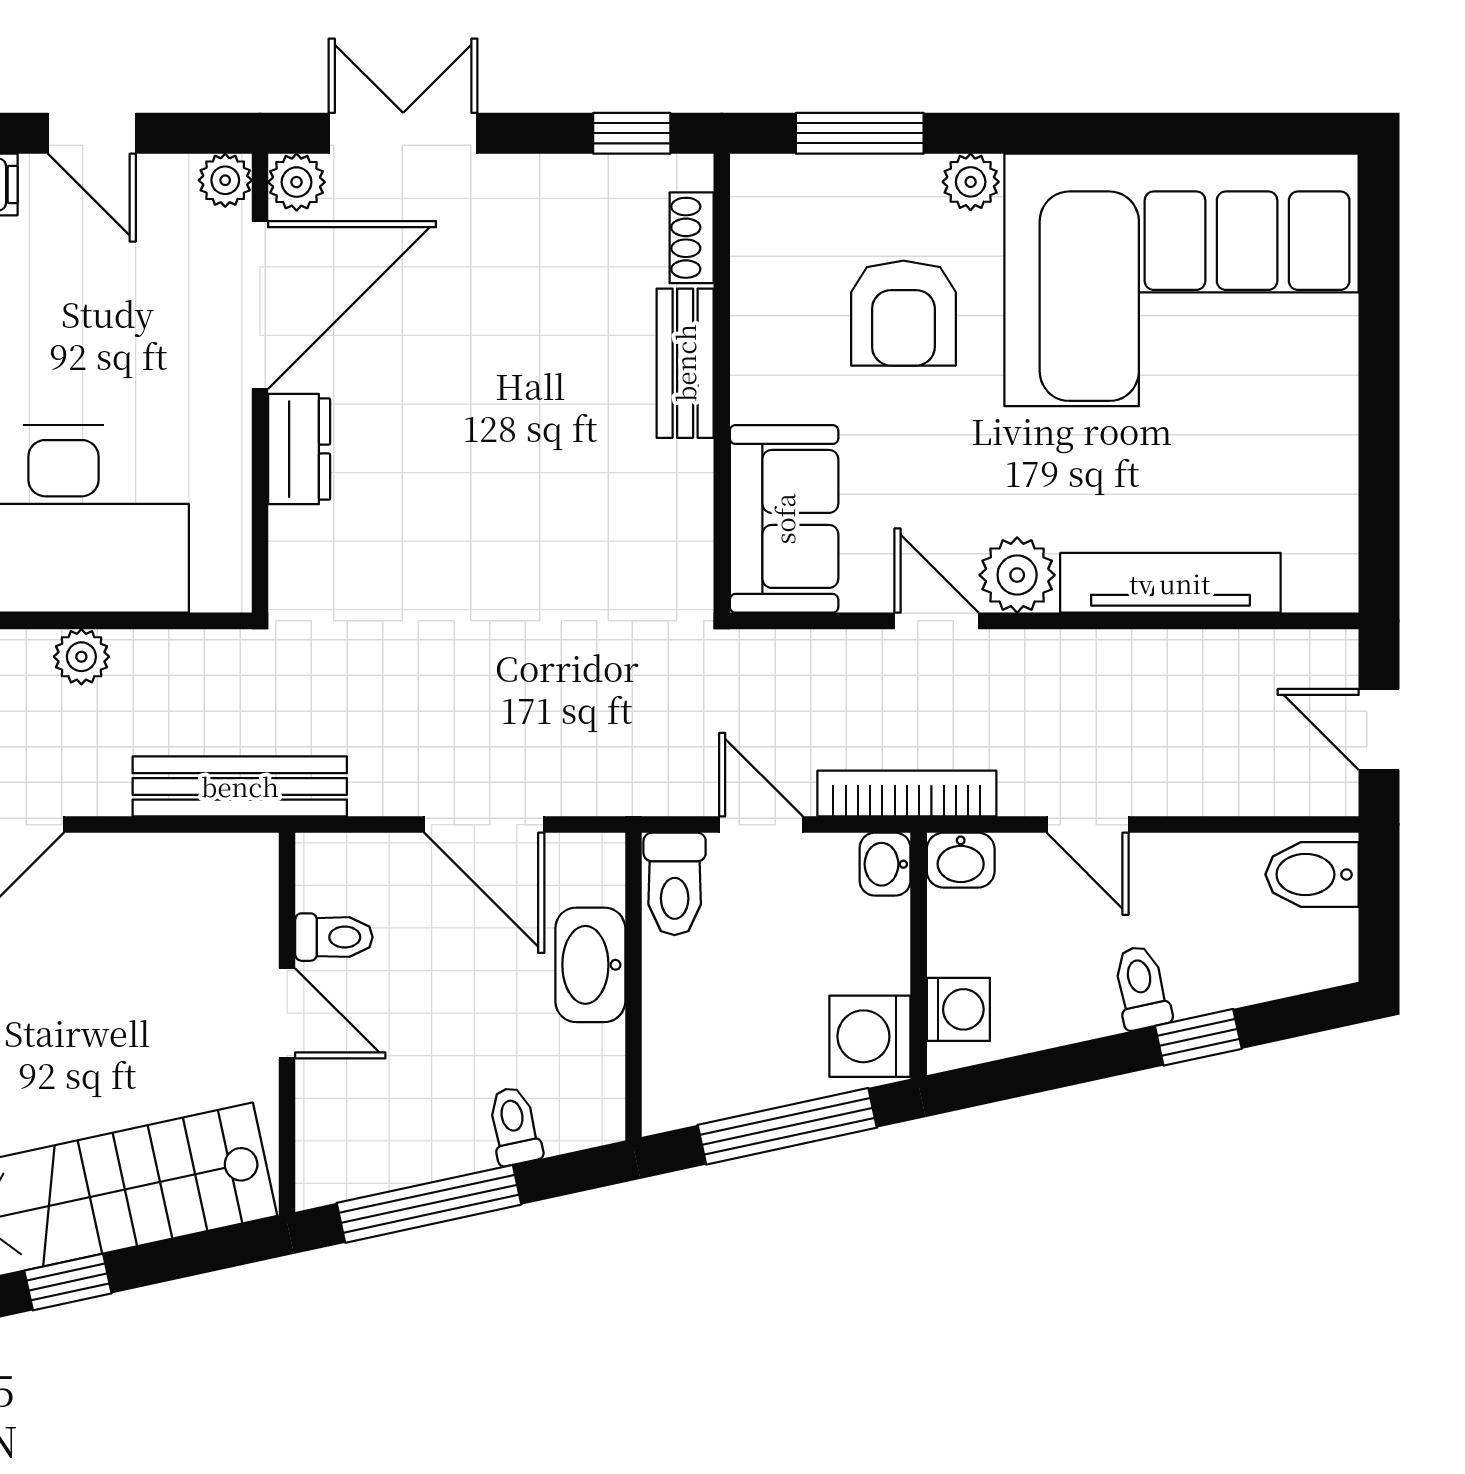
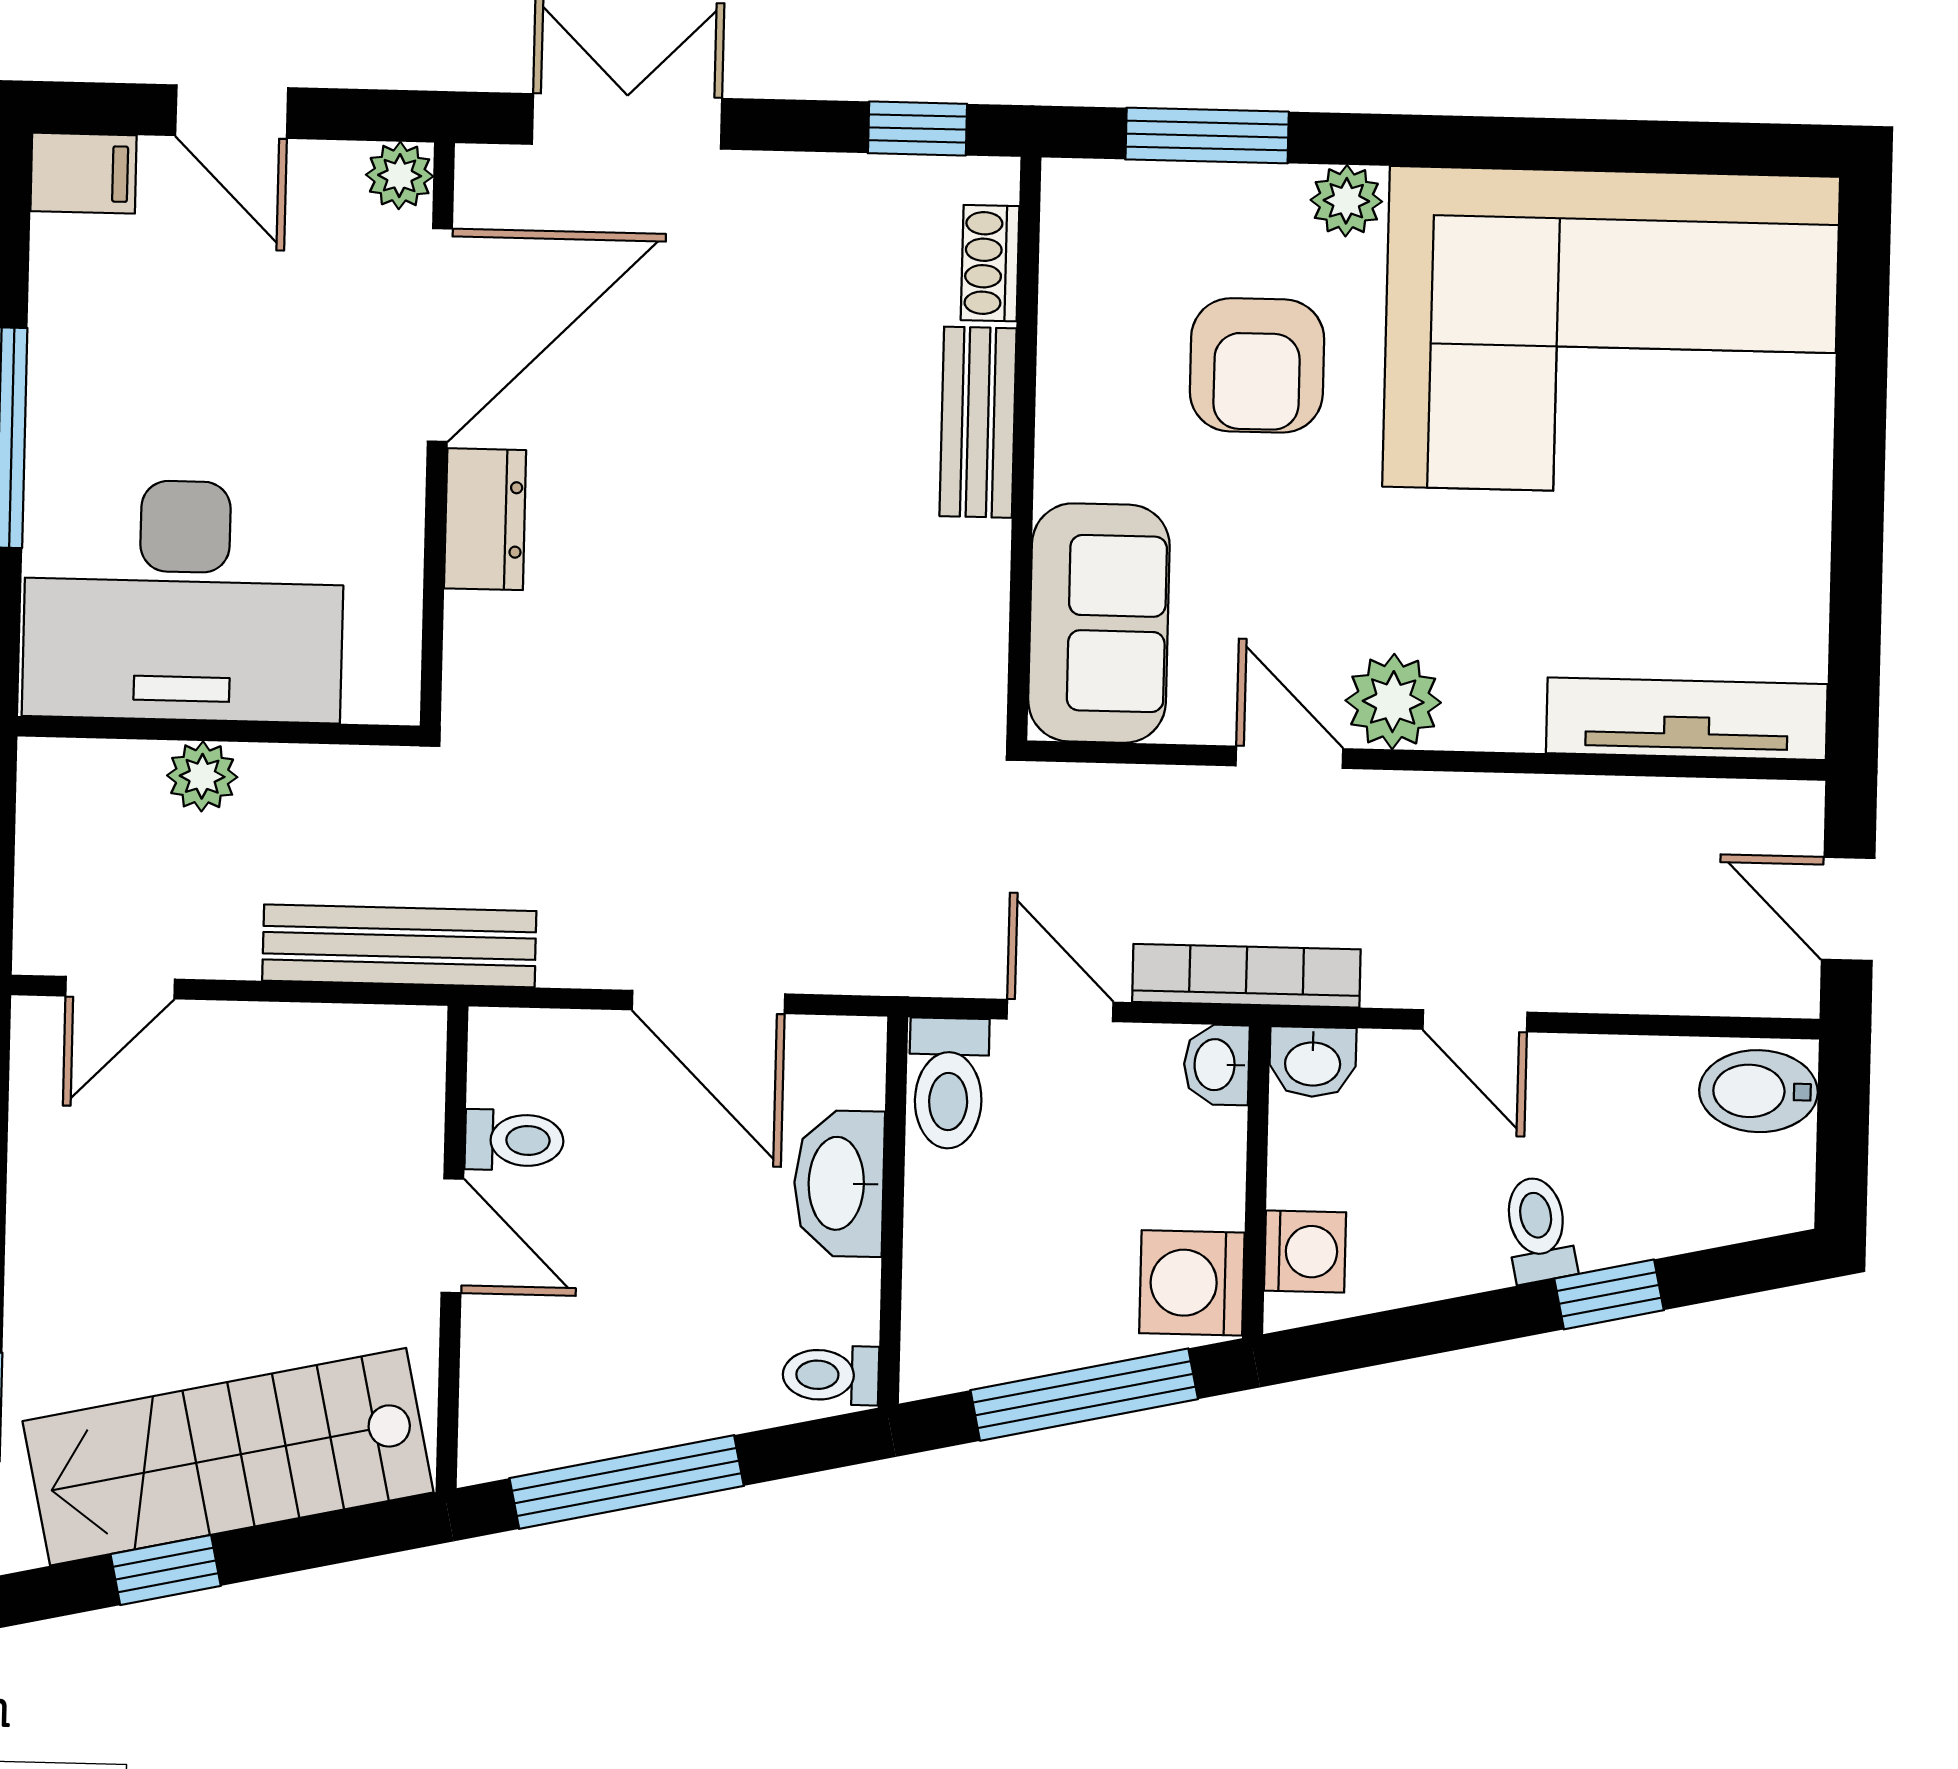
plant: (297, 182) -> (490, 180), removed
tv unit: (1170, 583) -> (1687, 719), moved
toilet: (514, 1126) -> (831, 1375), moved, turned -78

